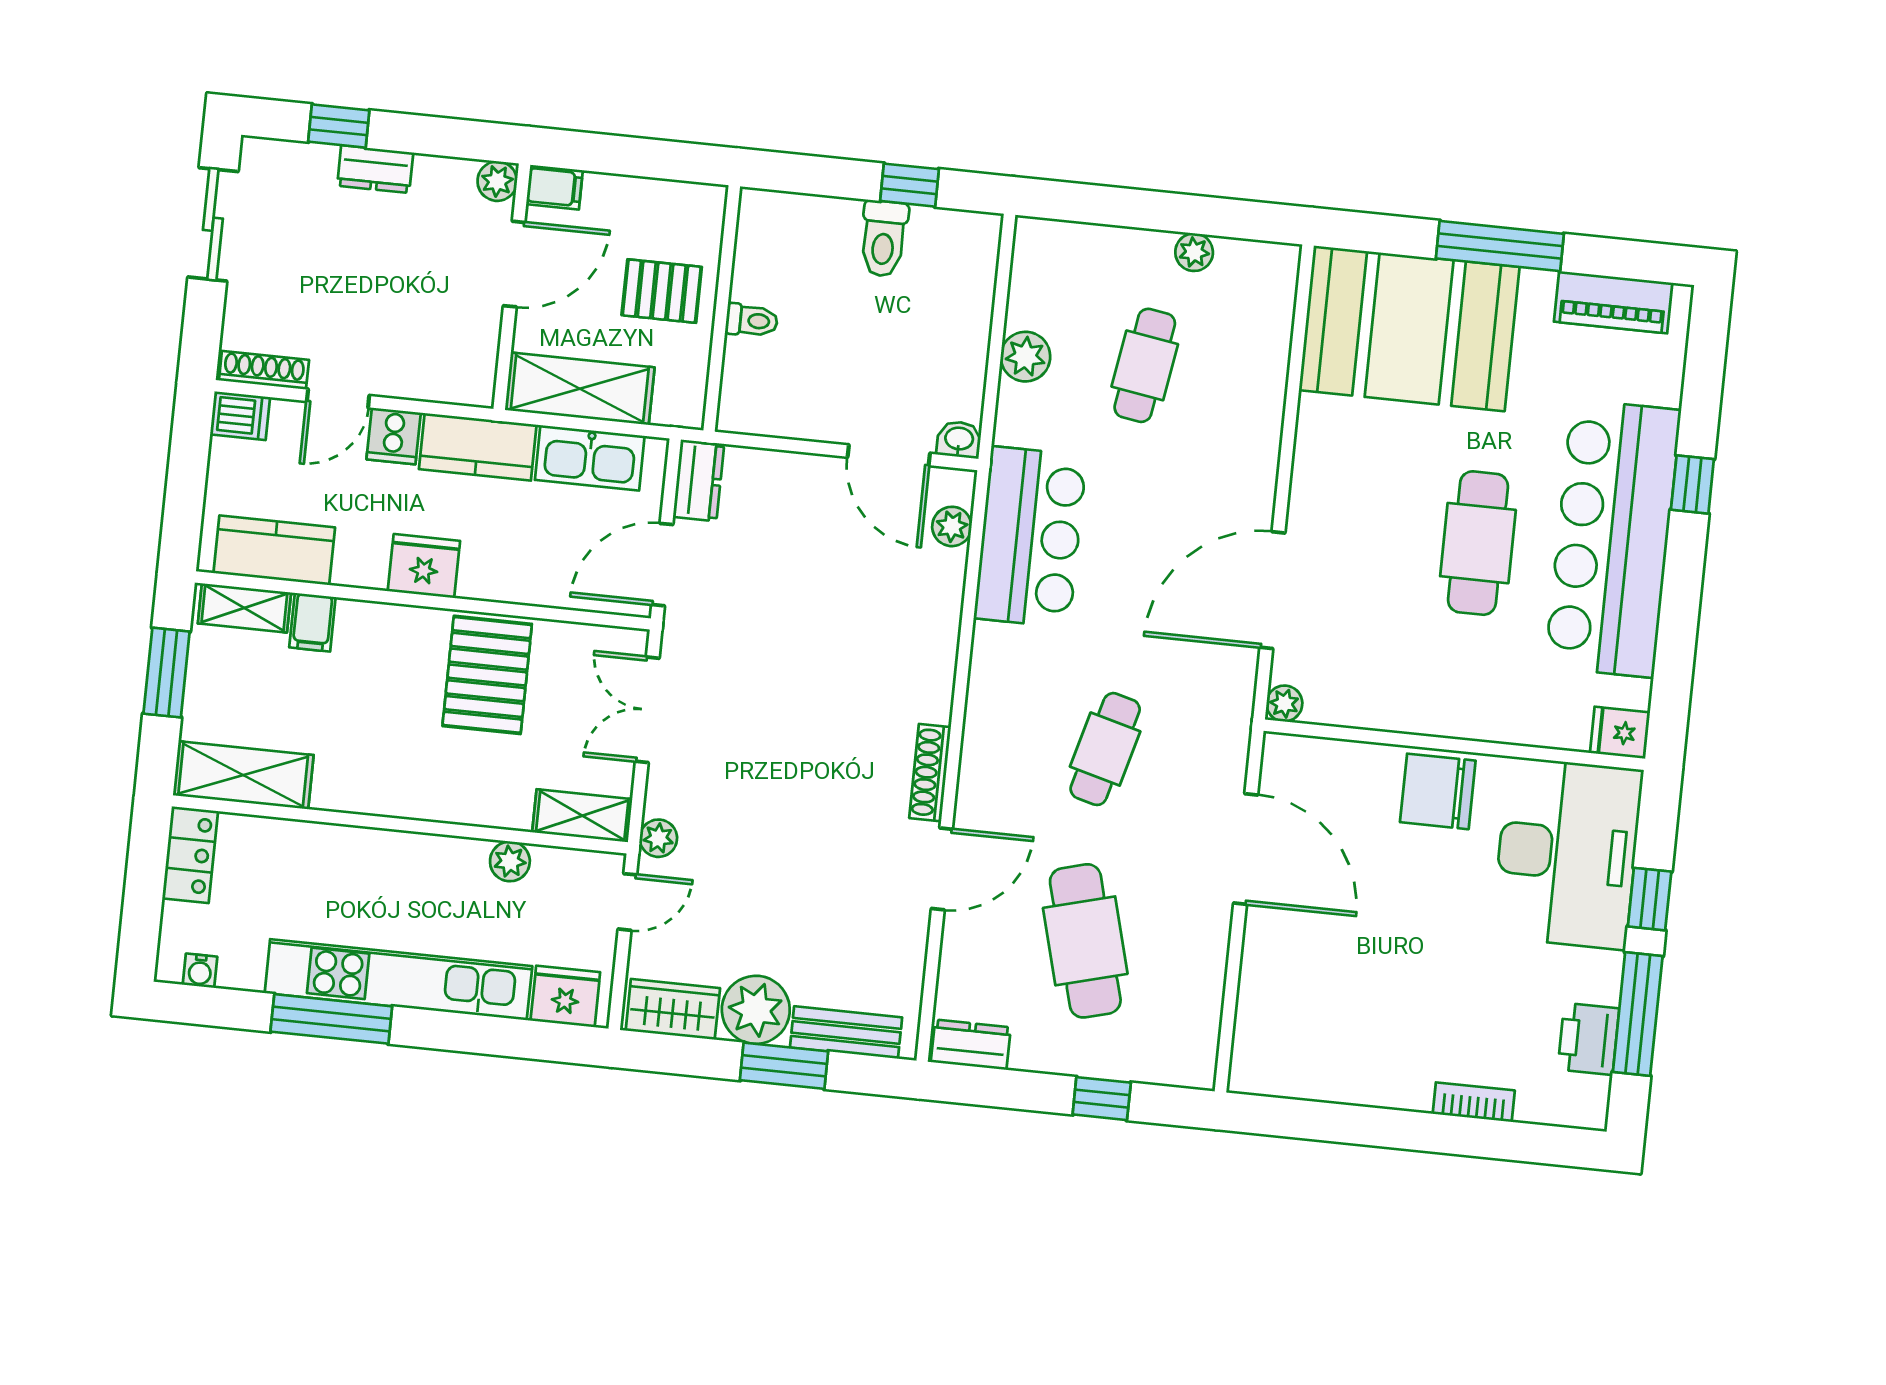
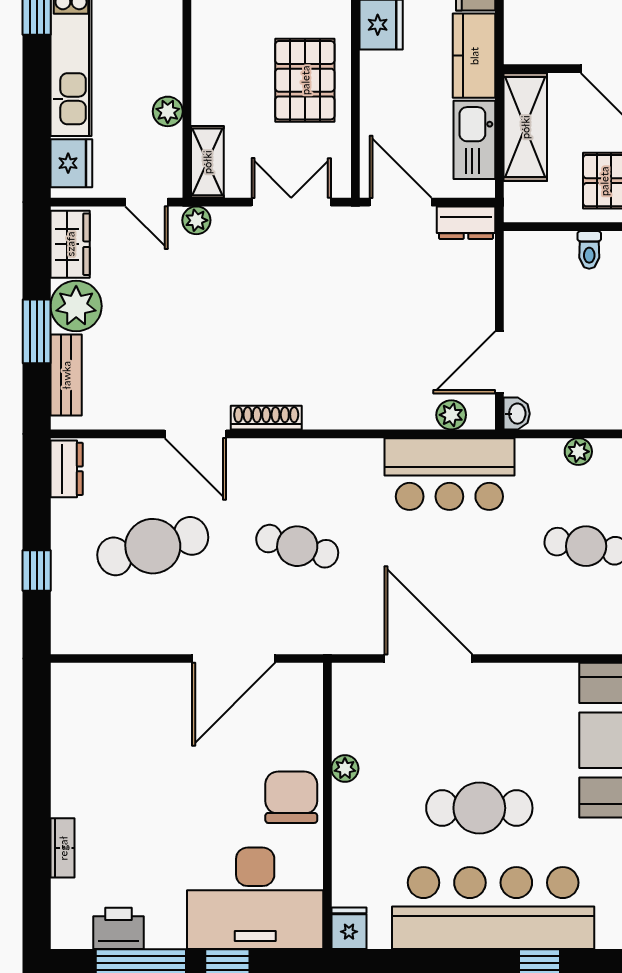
plant: (1025, 357) -> (578, 452), width x0.73, depth x0.73
pallet: (487, 675) -> (305, 80), turned 90
plant: (1284, 703) -> (345, 768), moved

